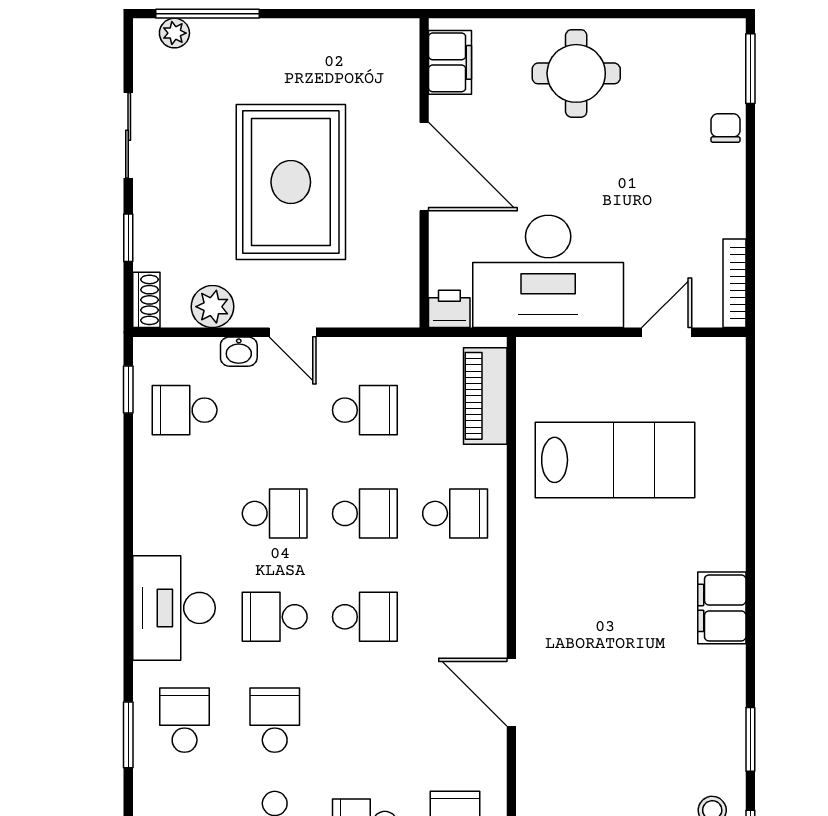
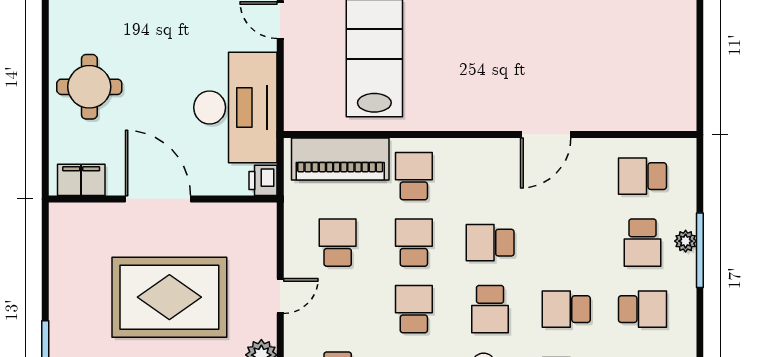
door: (424, 167) -> (158, 199), hinge flipped
washbasin: (239, 352) -> (294, 336), removed
piano: (485, 396) -> (340, 159), width x1.37, depth x1.33
school desk: (365, 617) -> (490, 243), turned -90

